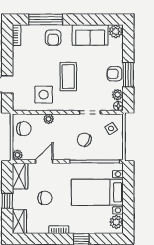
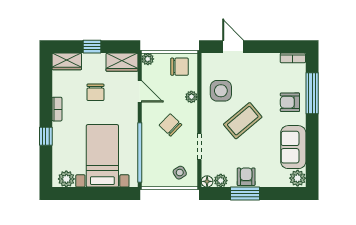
coffee table: (68, 77) -> (243, 121), turned -40
chair: (24, 129) -> (180, 67), turned -90
chair: (84, 140) -> (170, 125), moved, turned -71

